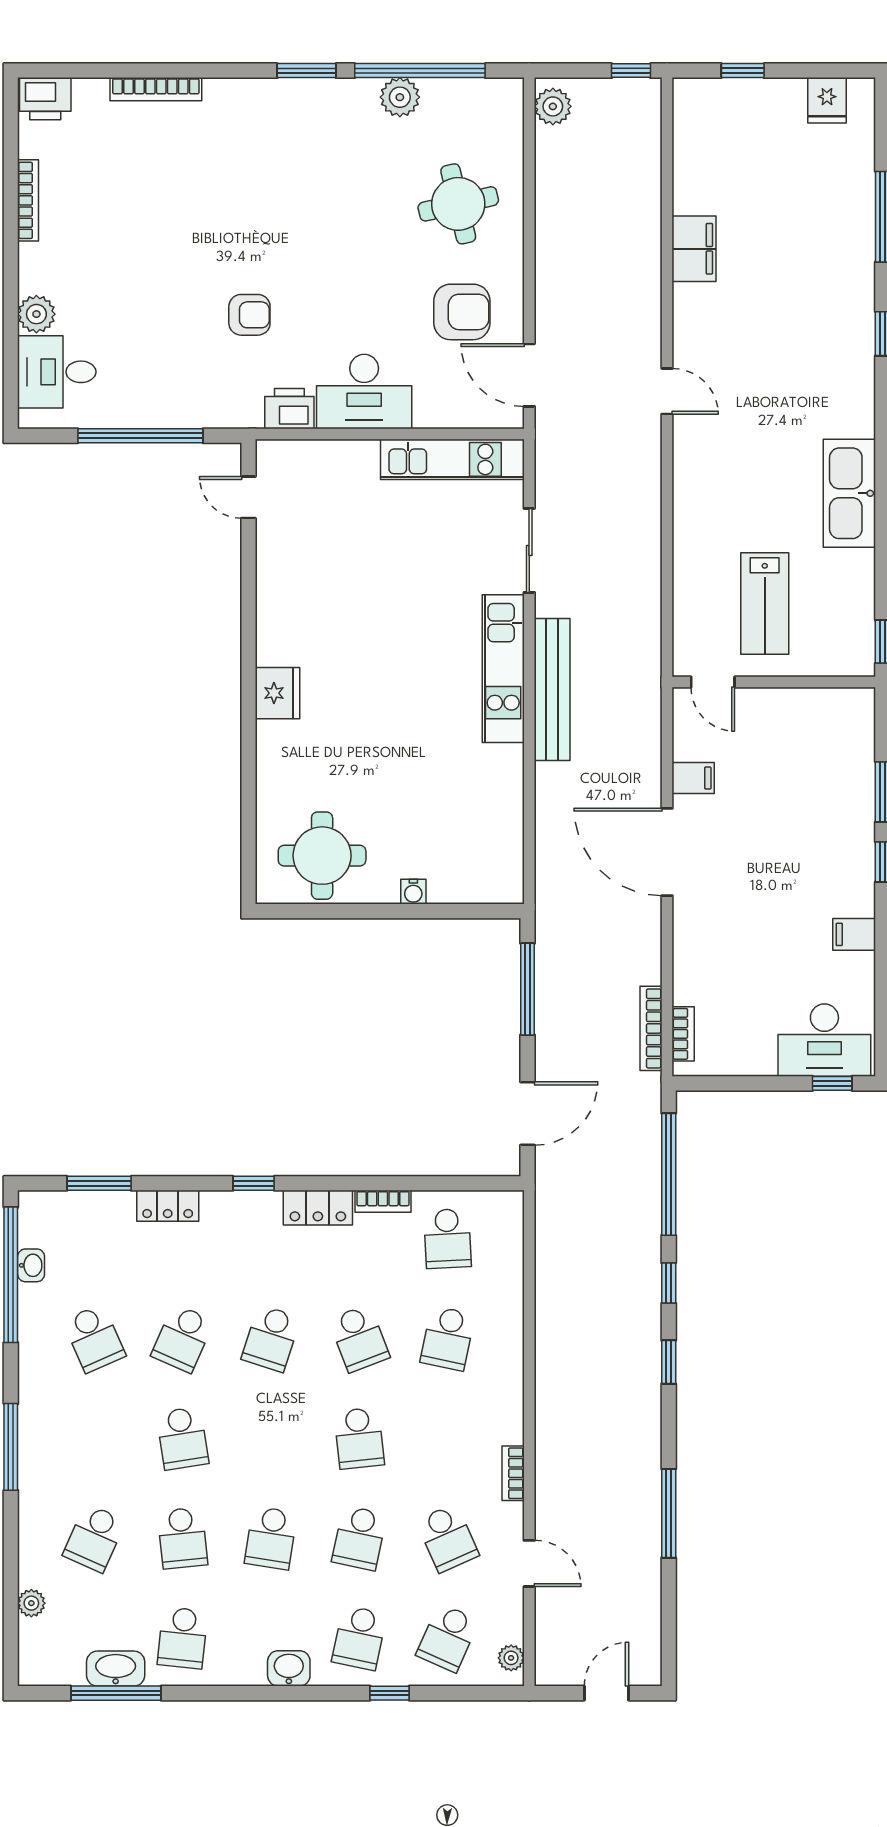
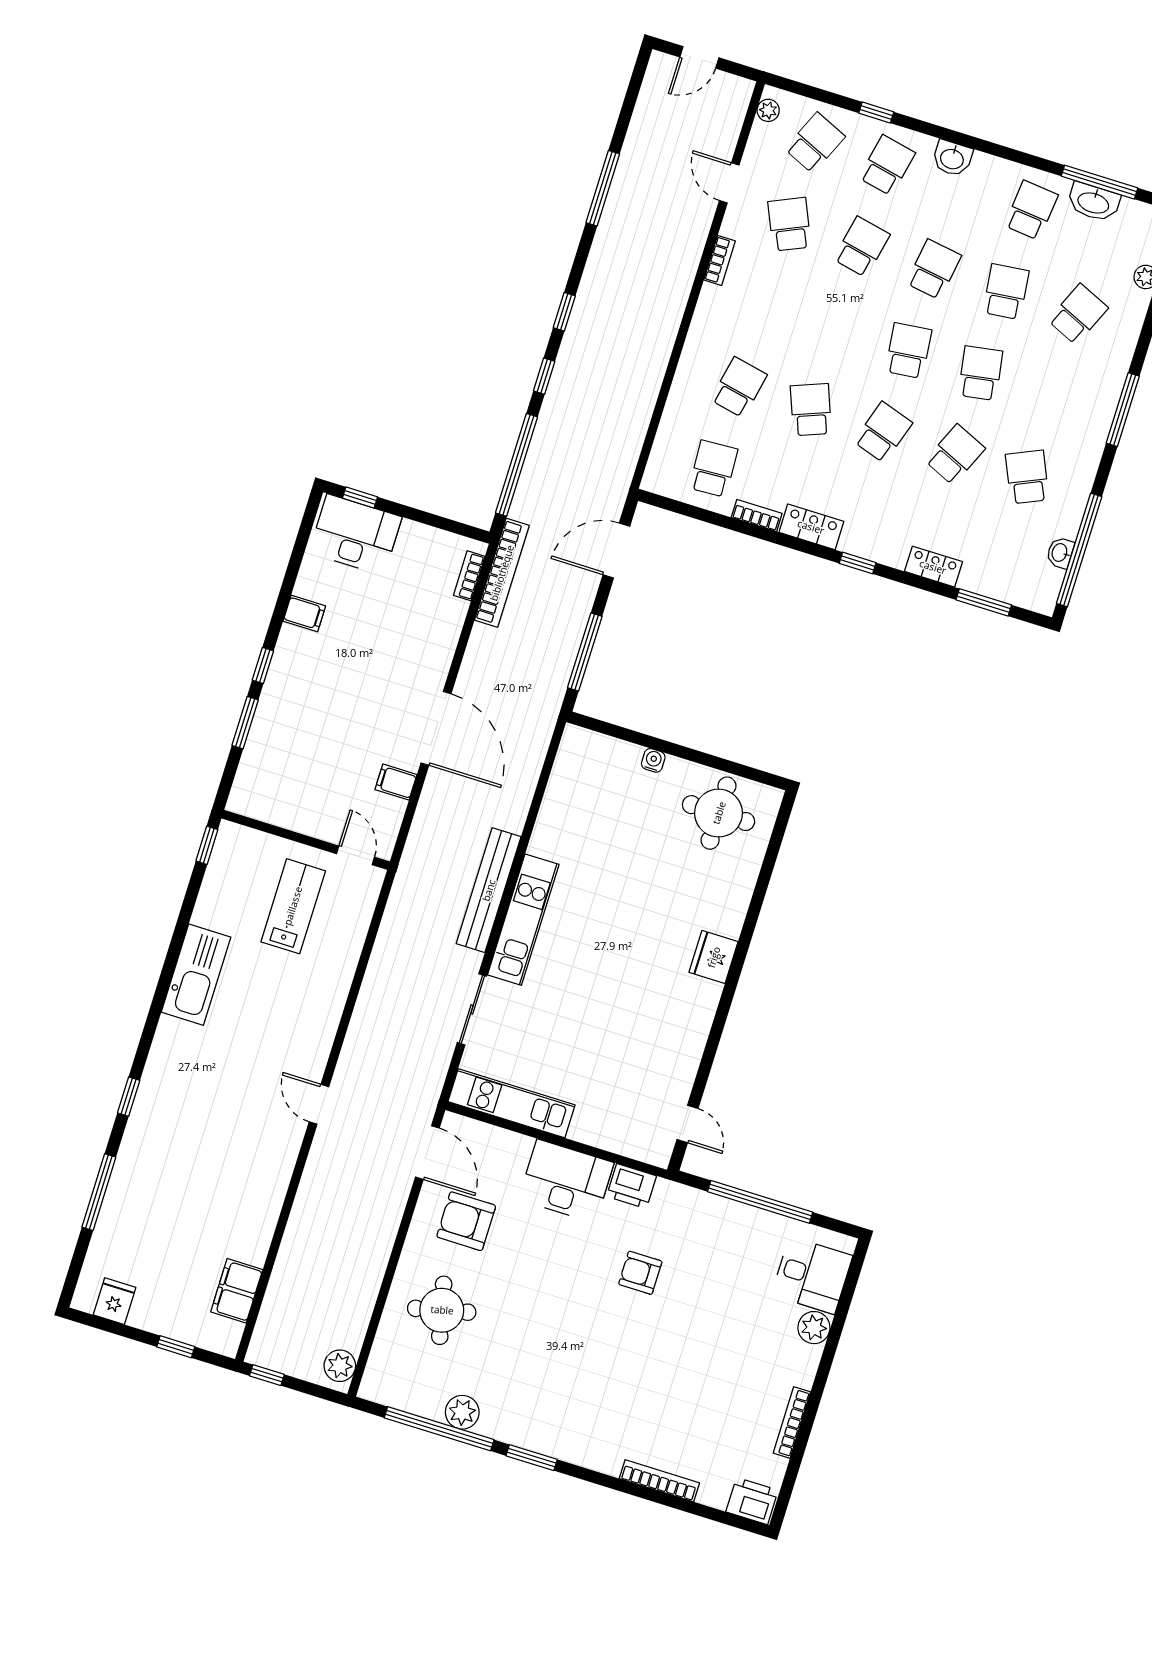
filing cabinet: (694, 249) -> (237, 1291), moved
bookcase: (651, 1028) -> (502, 573), width x1.48, depth x1.31
school desk: (359, 1438) -> (908, 351), moved

